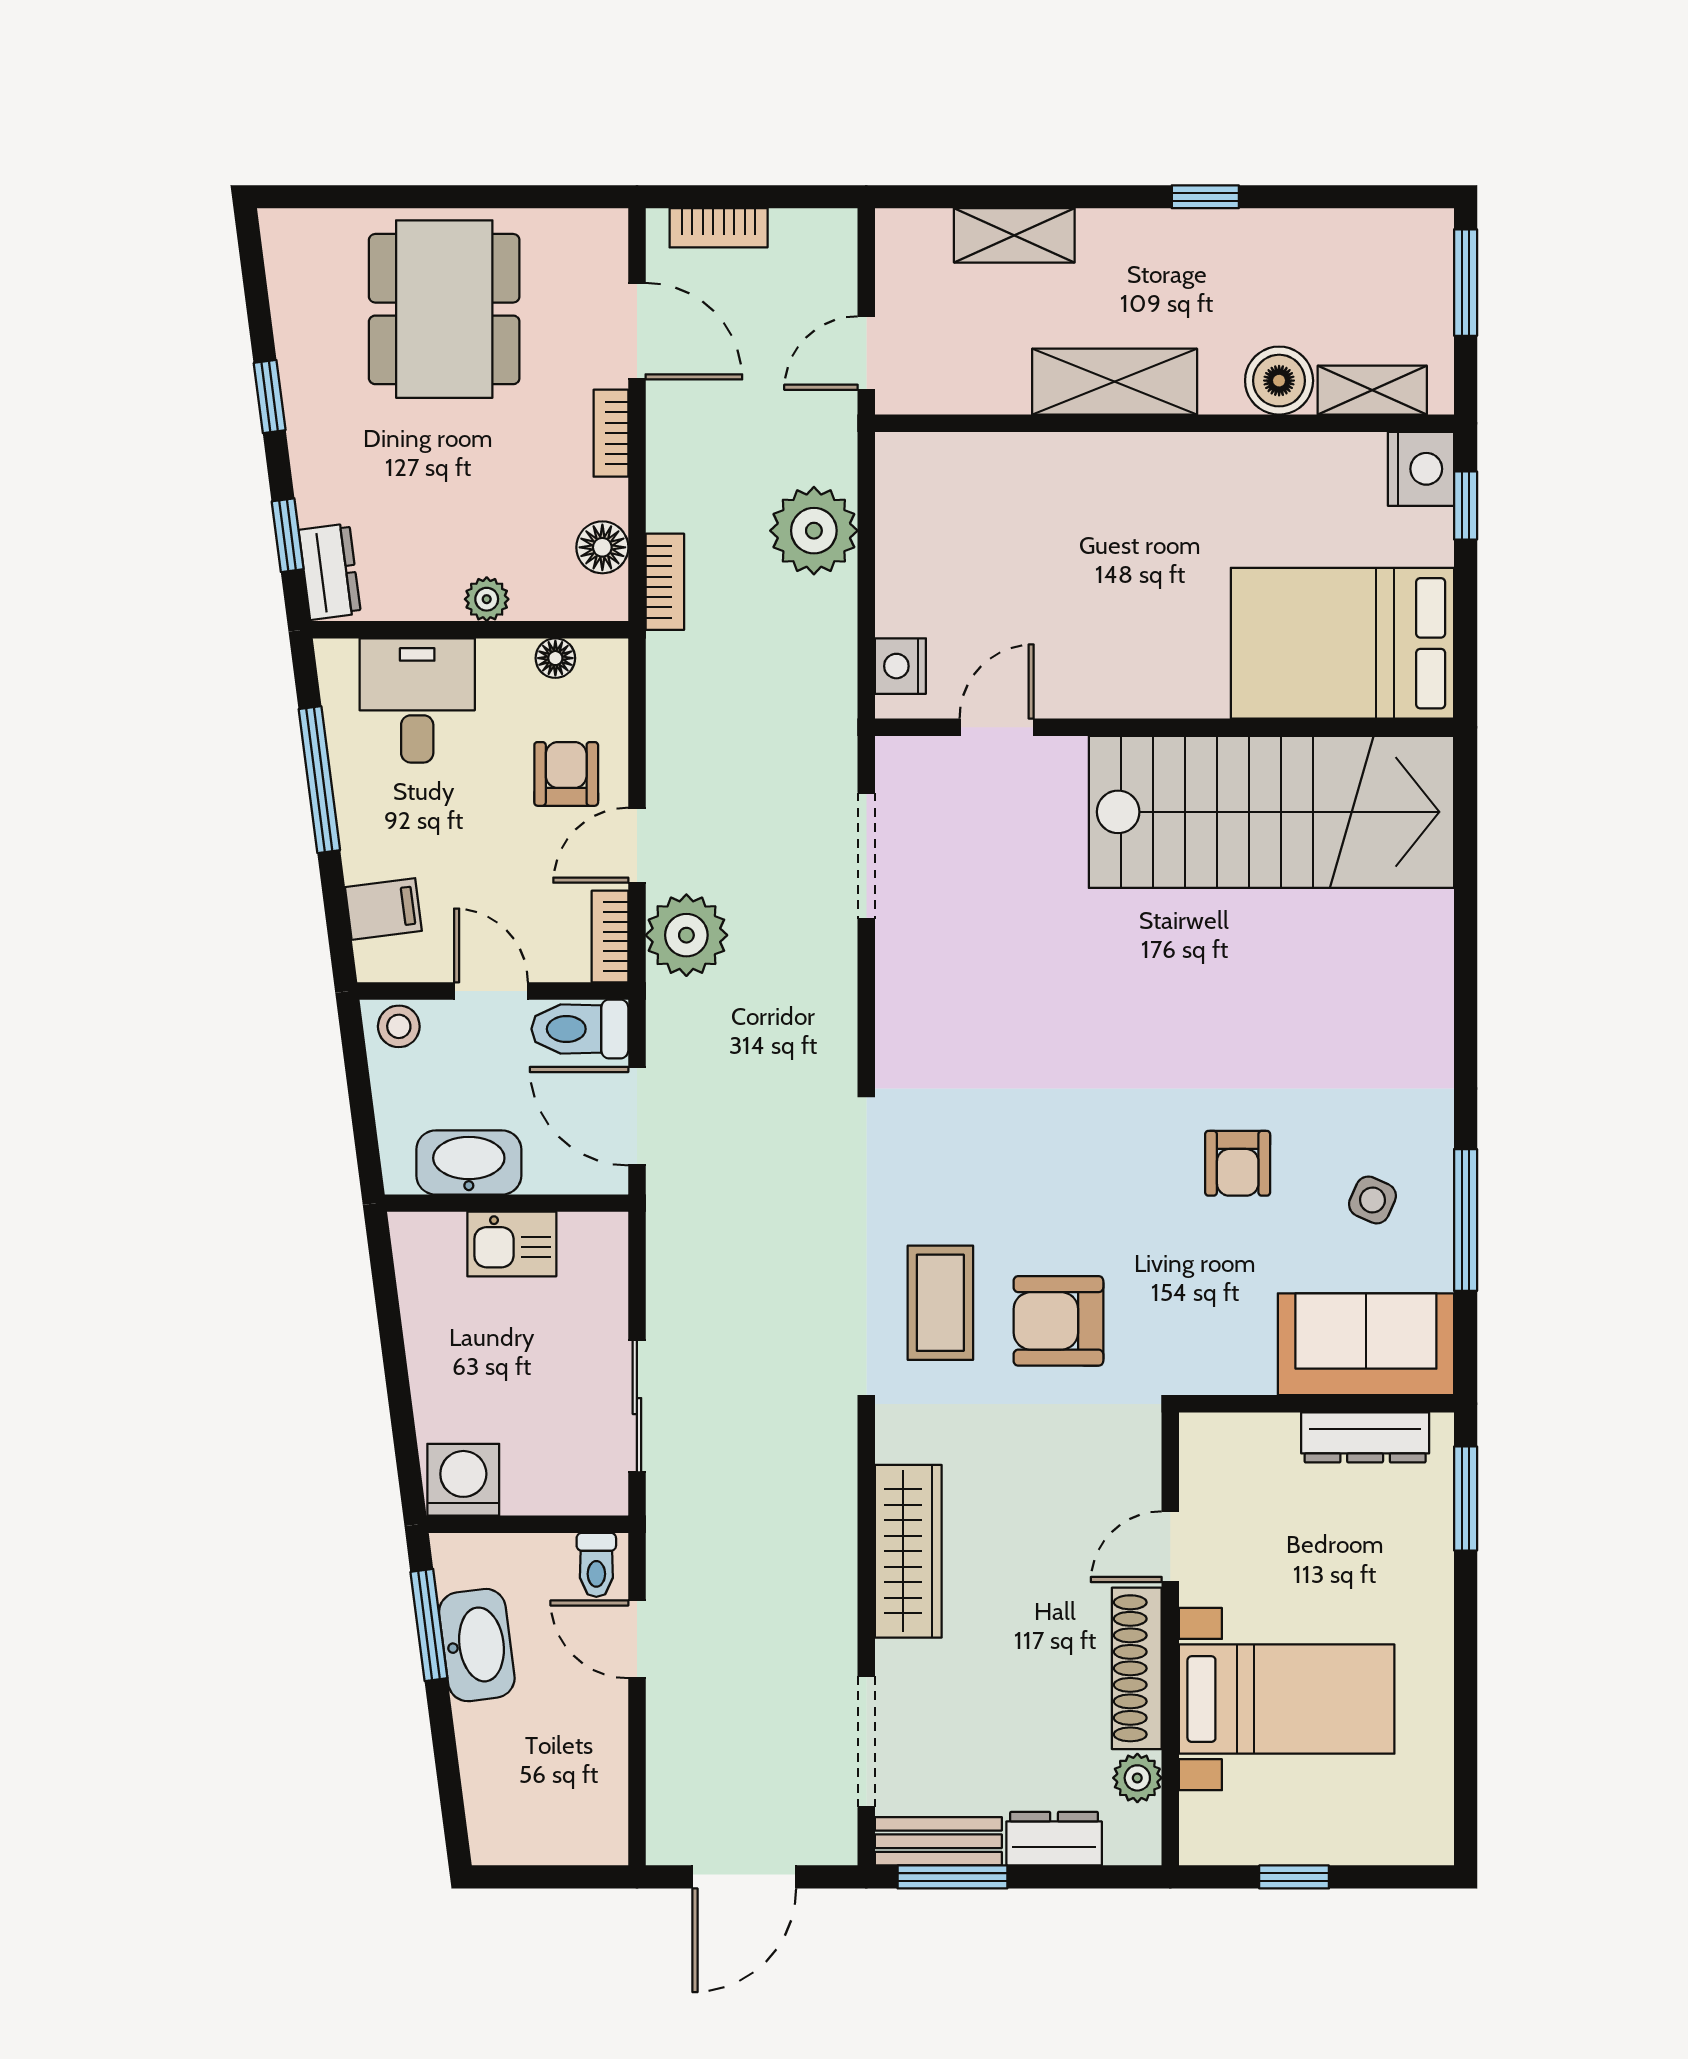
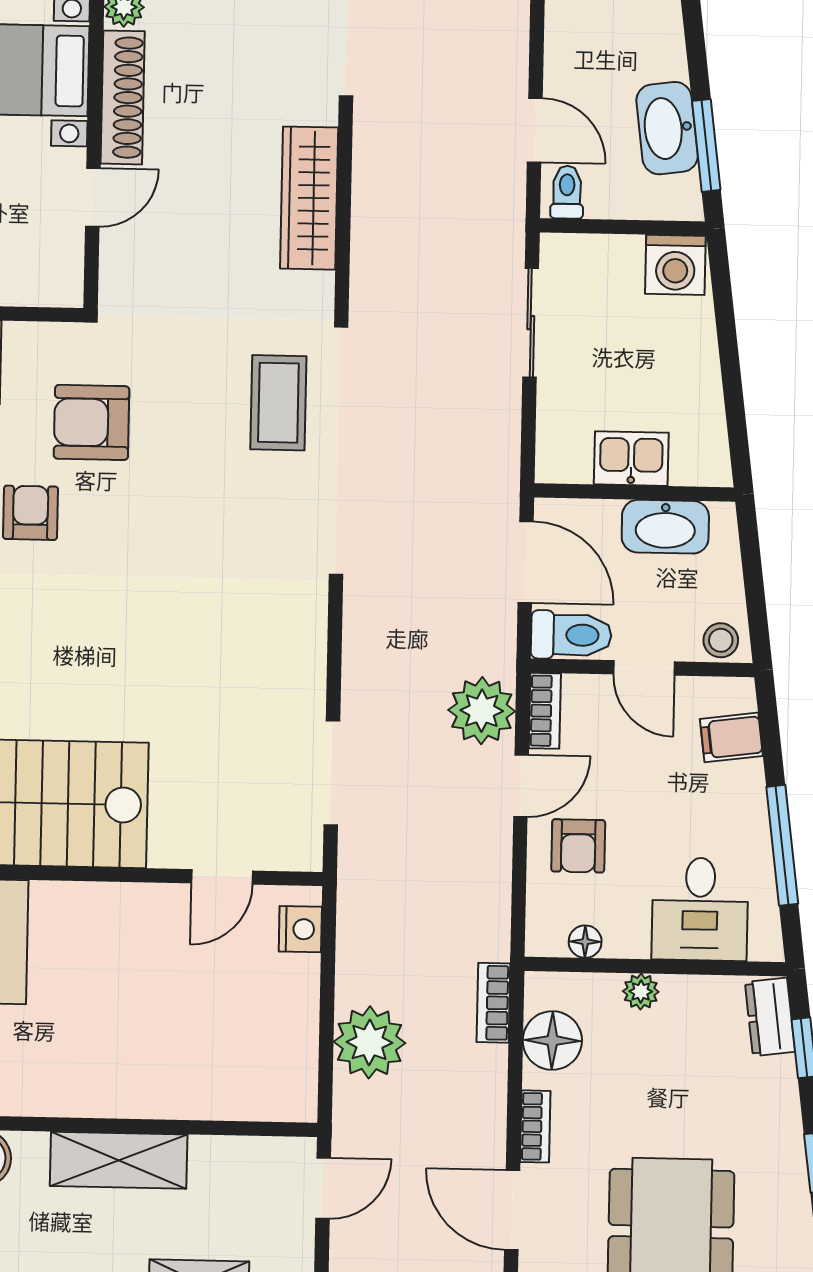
floor lamp: (602, 547) -> (552, 1041), width x1.38, depth x1.38
armchair: (1058, 1321) -> (92, 422), moved, turned 180

